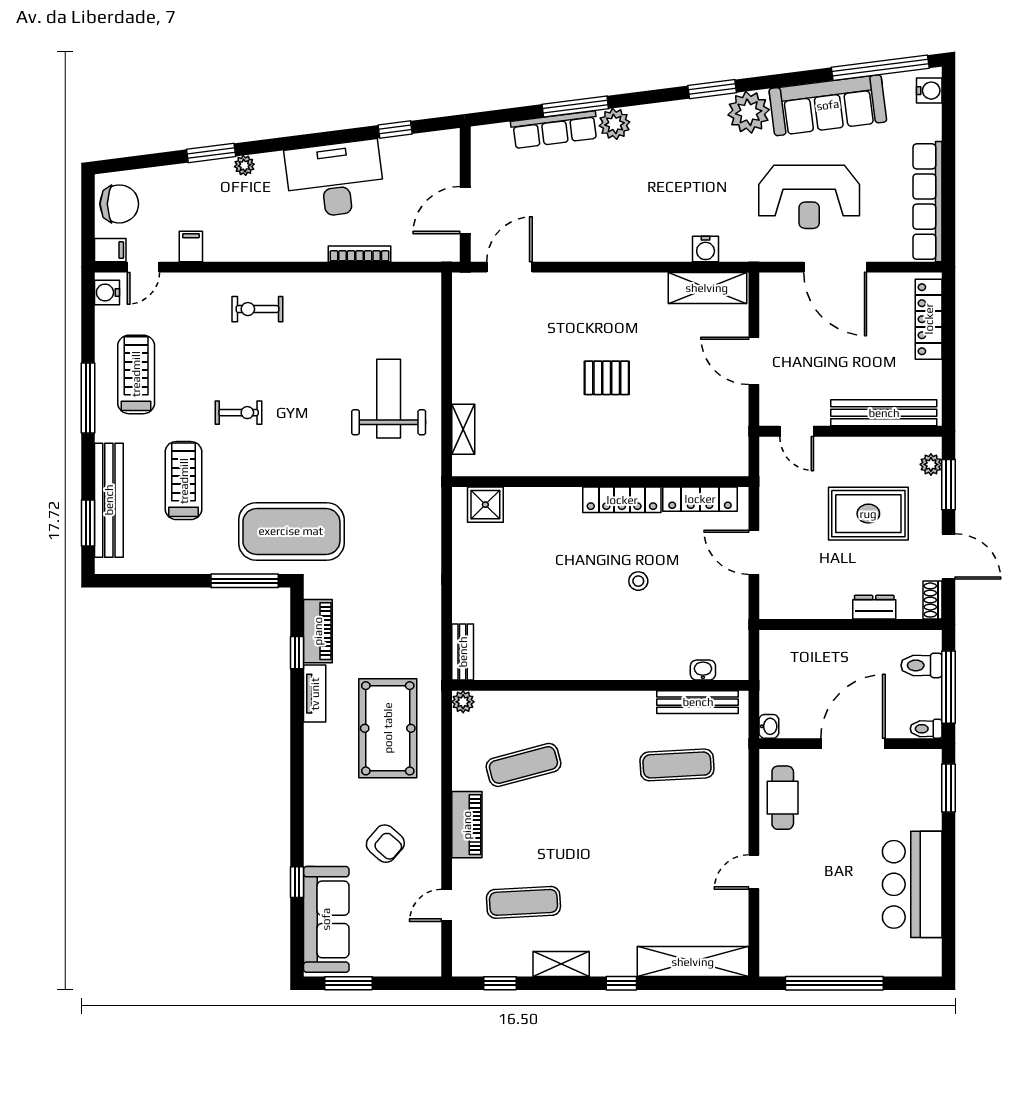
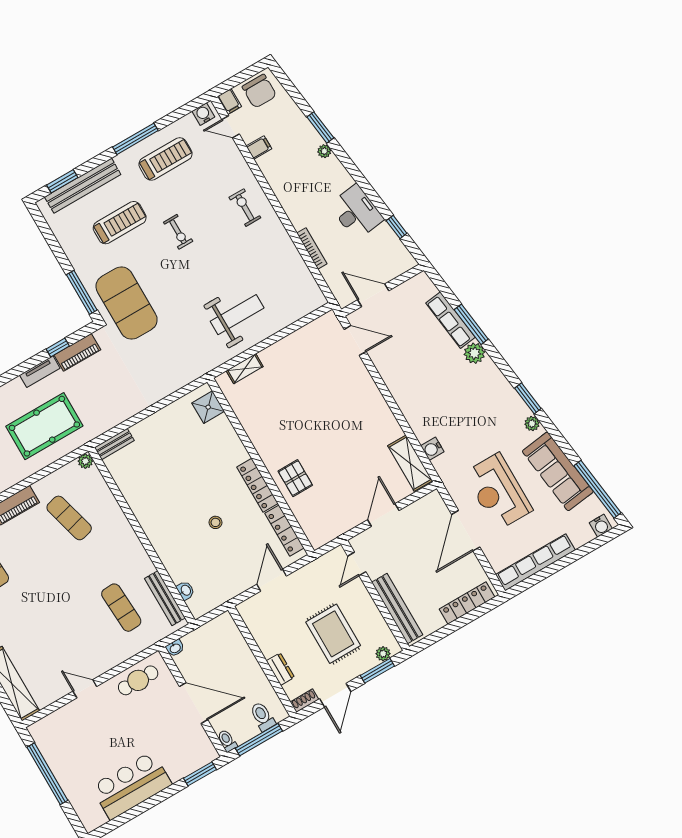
plant: (749, 112) -> (532, 424), width x0.53, depth x0.53
desk: (335, 179) -> (356, 212), width x0.73, depth x0.77
pallet: (607, 378) -> (295, 478), moved

